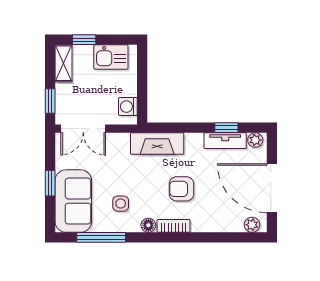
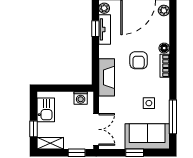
floor lamp: (148, 225) -> (164, 48), moved

